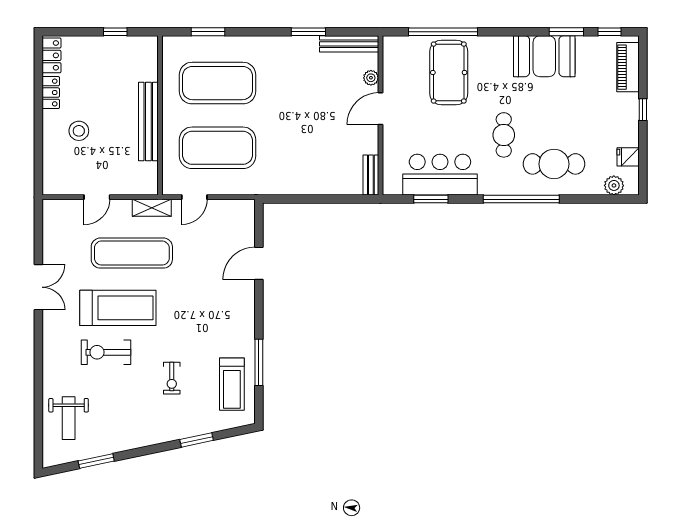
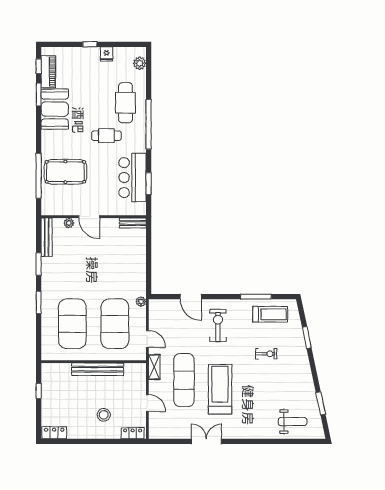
window: (208, 32) -> (39, 302), moved
piano: (628, 67) -> (48, 72), moved, turned -90
locker: (51, 93) -> (133, 433), moved
fridge: (628, 157) -> (107, 54), moved
plant: (251, 187) -> (141, 302), added
exercise bike: (106, 352) -> (218, 325), moved, turned 180

